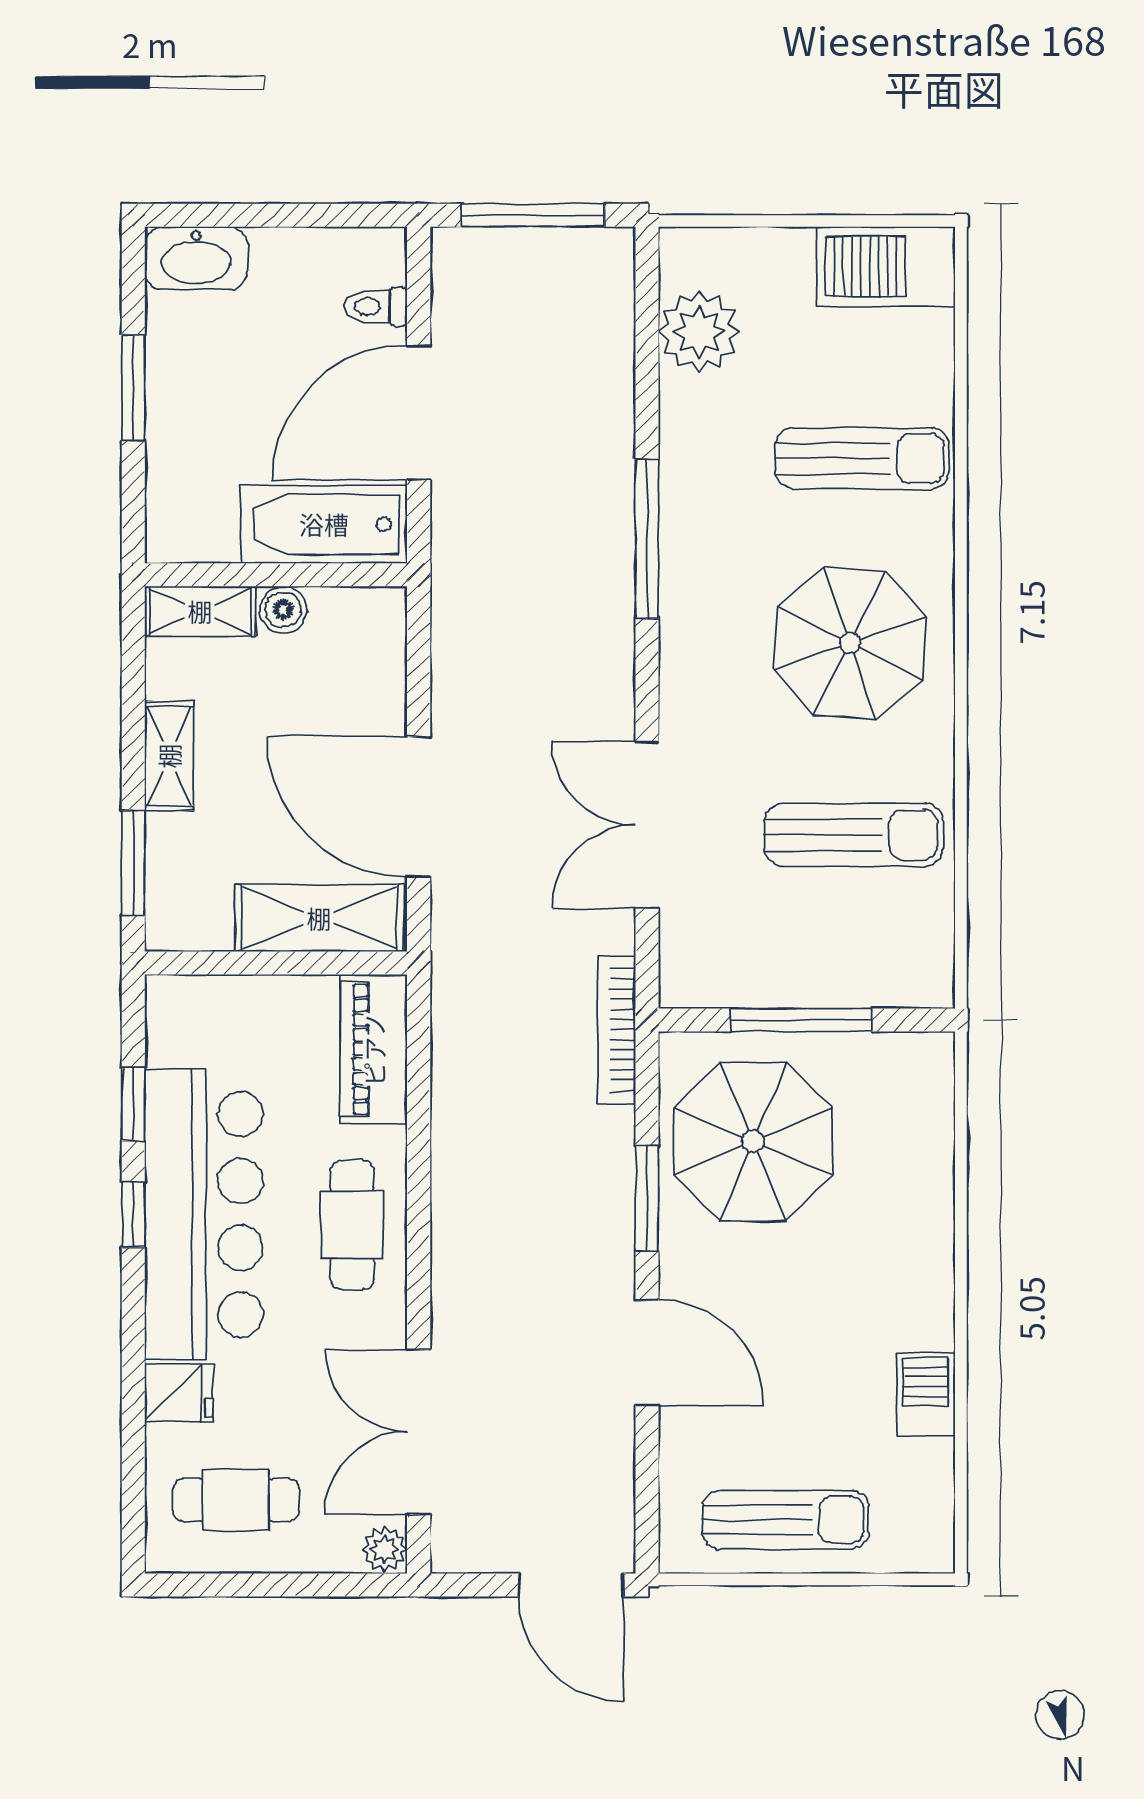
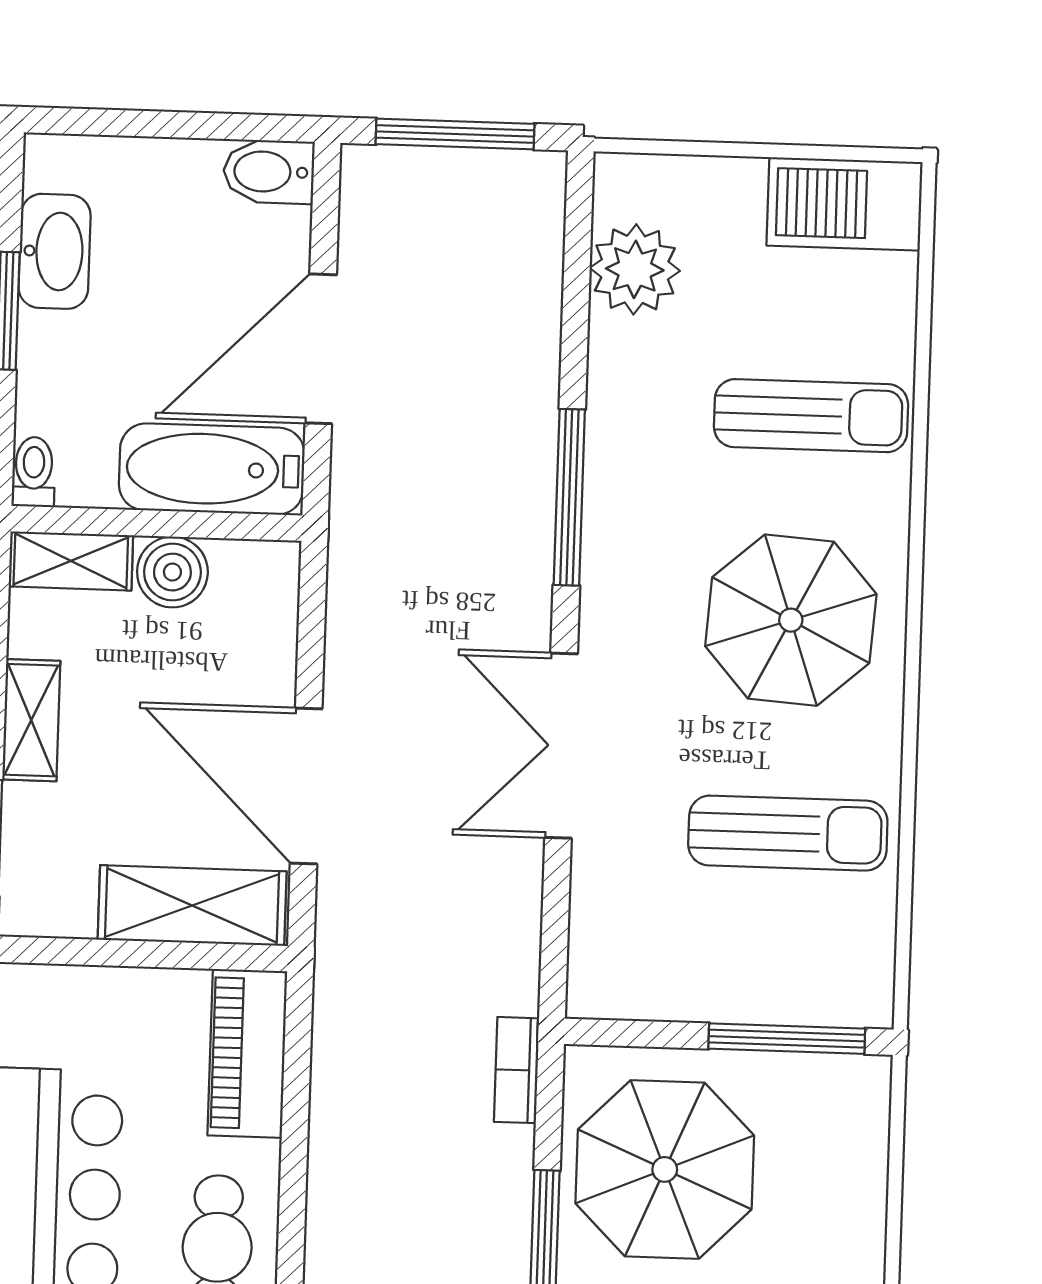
bidet: (367, 255) -> (269, 172), added
washbasin: (196, 258) -> (55, 251), moved, turned -90
toilet: (376, 307) -> (34, 472), moved, turned 90
boiler: (283, 610) -> (172, 572), width x1.36, depth x1.36
double door: (647, 825) -> (561, 746), moved
window: (801, 1020) -> (787, 1039), moved
bookcase: (617, 1030) -> (517, 1070), width x0.64

